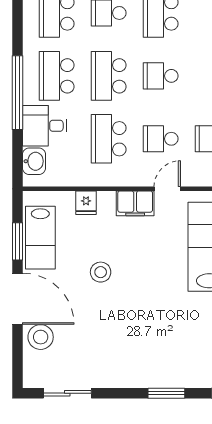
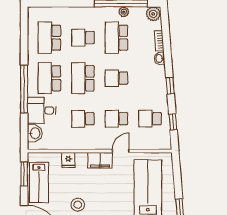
school desk: (109, 139) -> (83, 119), width x0.54
window: (17, 241) -> (24, 174), moved

